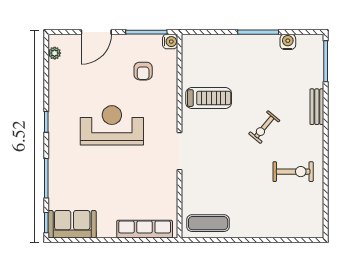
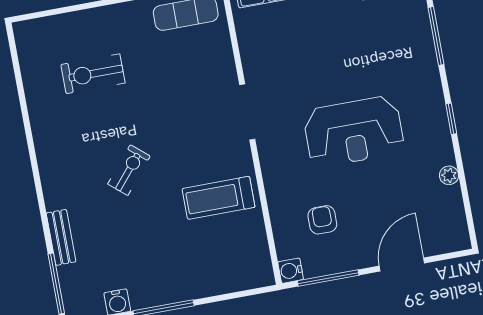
plant: (55, 53) -> (449, 175), moved
bench: (317, 107) -> (61, 237), moved
exercise bike: (293, 172) -> (93, 74), moved

